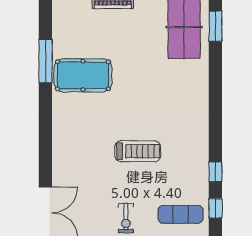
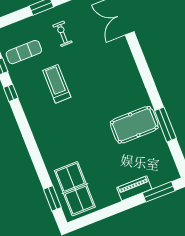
treadmill: (138, 151) -> (57, 84), moved, turned 90

